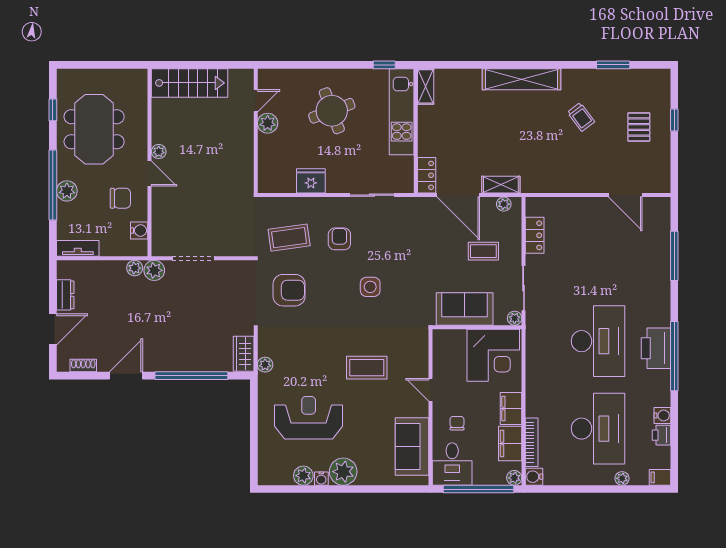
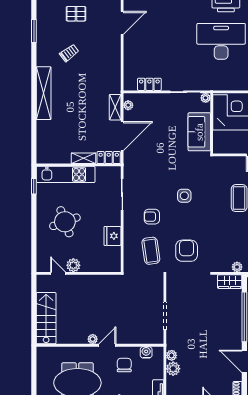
shelving: (426, 86) -> (83, 158), moved
coffee table: (483, 251) -> (160, 119), removed
plant: (154, 270) -> (173, 369), moved

